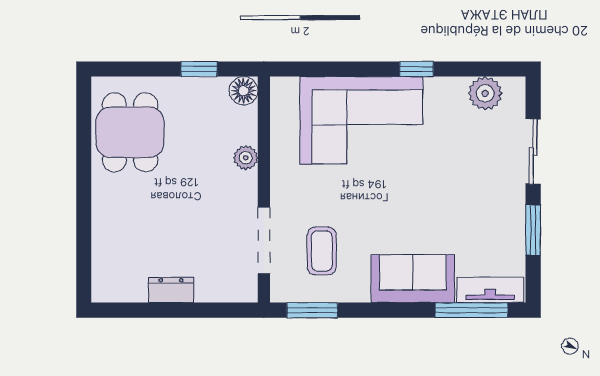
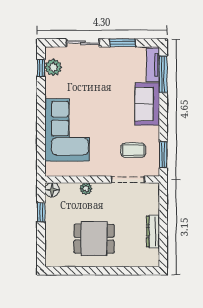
window: (417, 69) -> (41, 68), moved
dining table: (130, 132) -> (94, 239), moved
dresser: (171, 290) -> (153, 231), width x1.44

